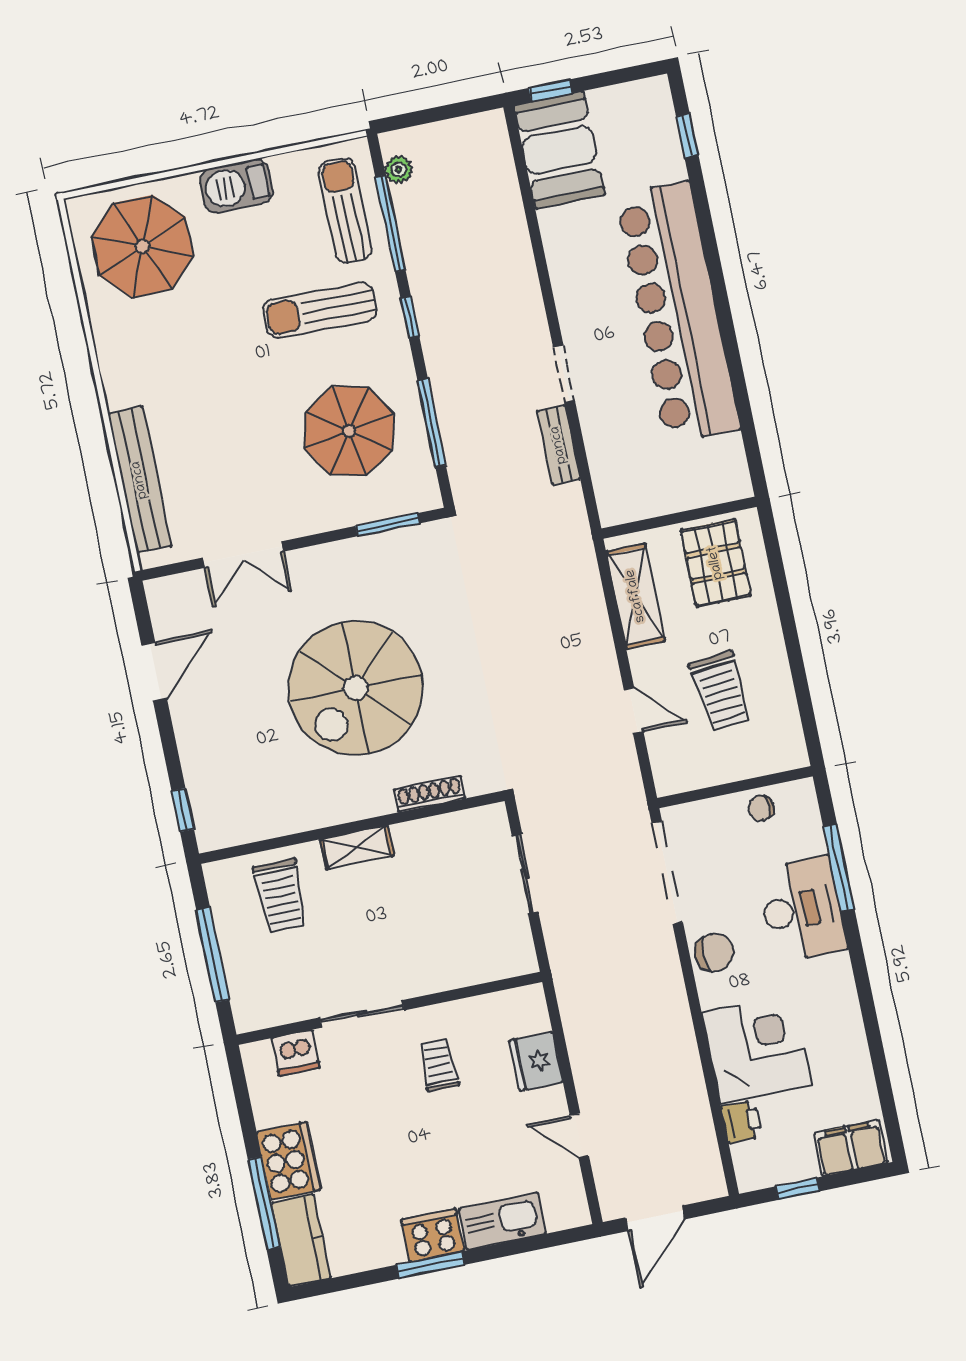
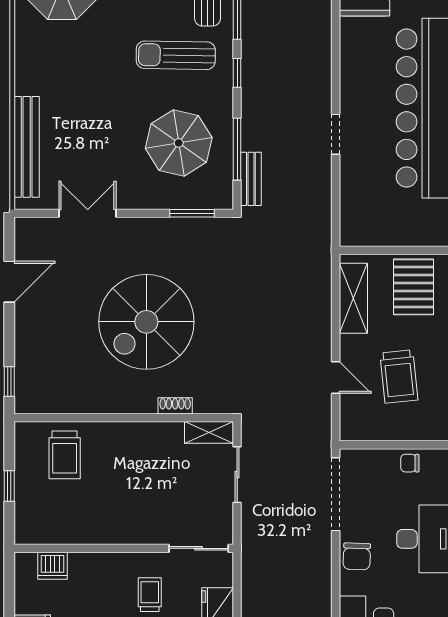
bench: (559, 445) -> (251, 179), moved
double door: (243, 555) -> (88, 213), swing flipped
shoe rack: (430, 794) -> (175, 406), width x0.70
shelving: (357, 848) -> (209, 432), moved
chair: (714, 953) -> (357, 556), turned 92
window: (213, 955) -> (9, 486), width x0.46
sliding door: (362, 1014) -> (199, 548), moved

